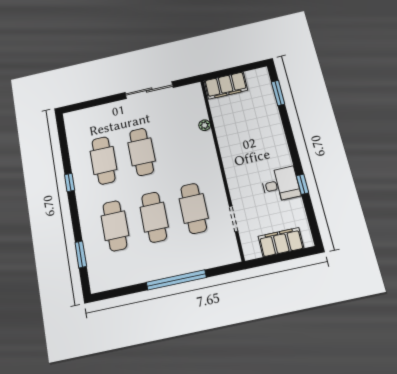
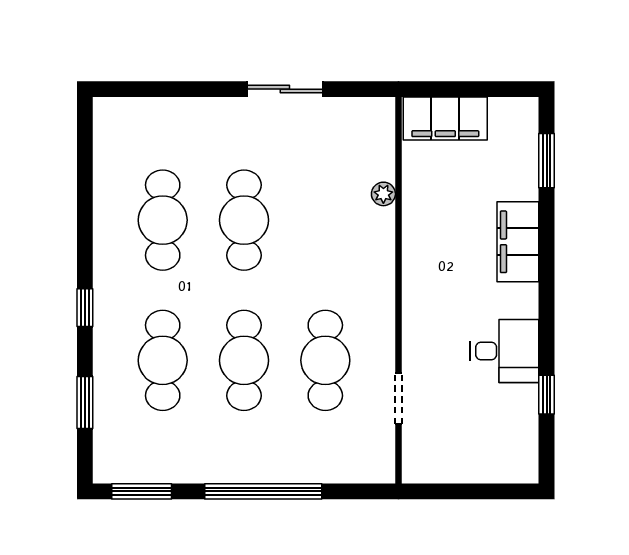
sliding door: (149, 90) -> (285, 89), width x0.73
window: (70, 182) -> (85, 308), moved
window: (302, 184) -> (547, 395), moved
filing cabinet: (281, 242) -> (518, 242), moved, turned -90
window: (116, 293) -> (142, 491), added

